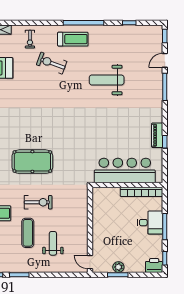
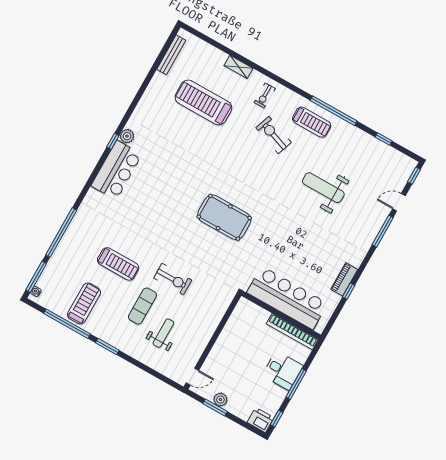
pool table: (32, 162) -> (224, 217), moved
door: (90, 262) -> (192, 377), swing flipped

